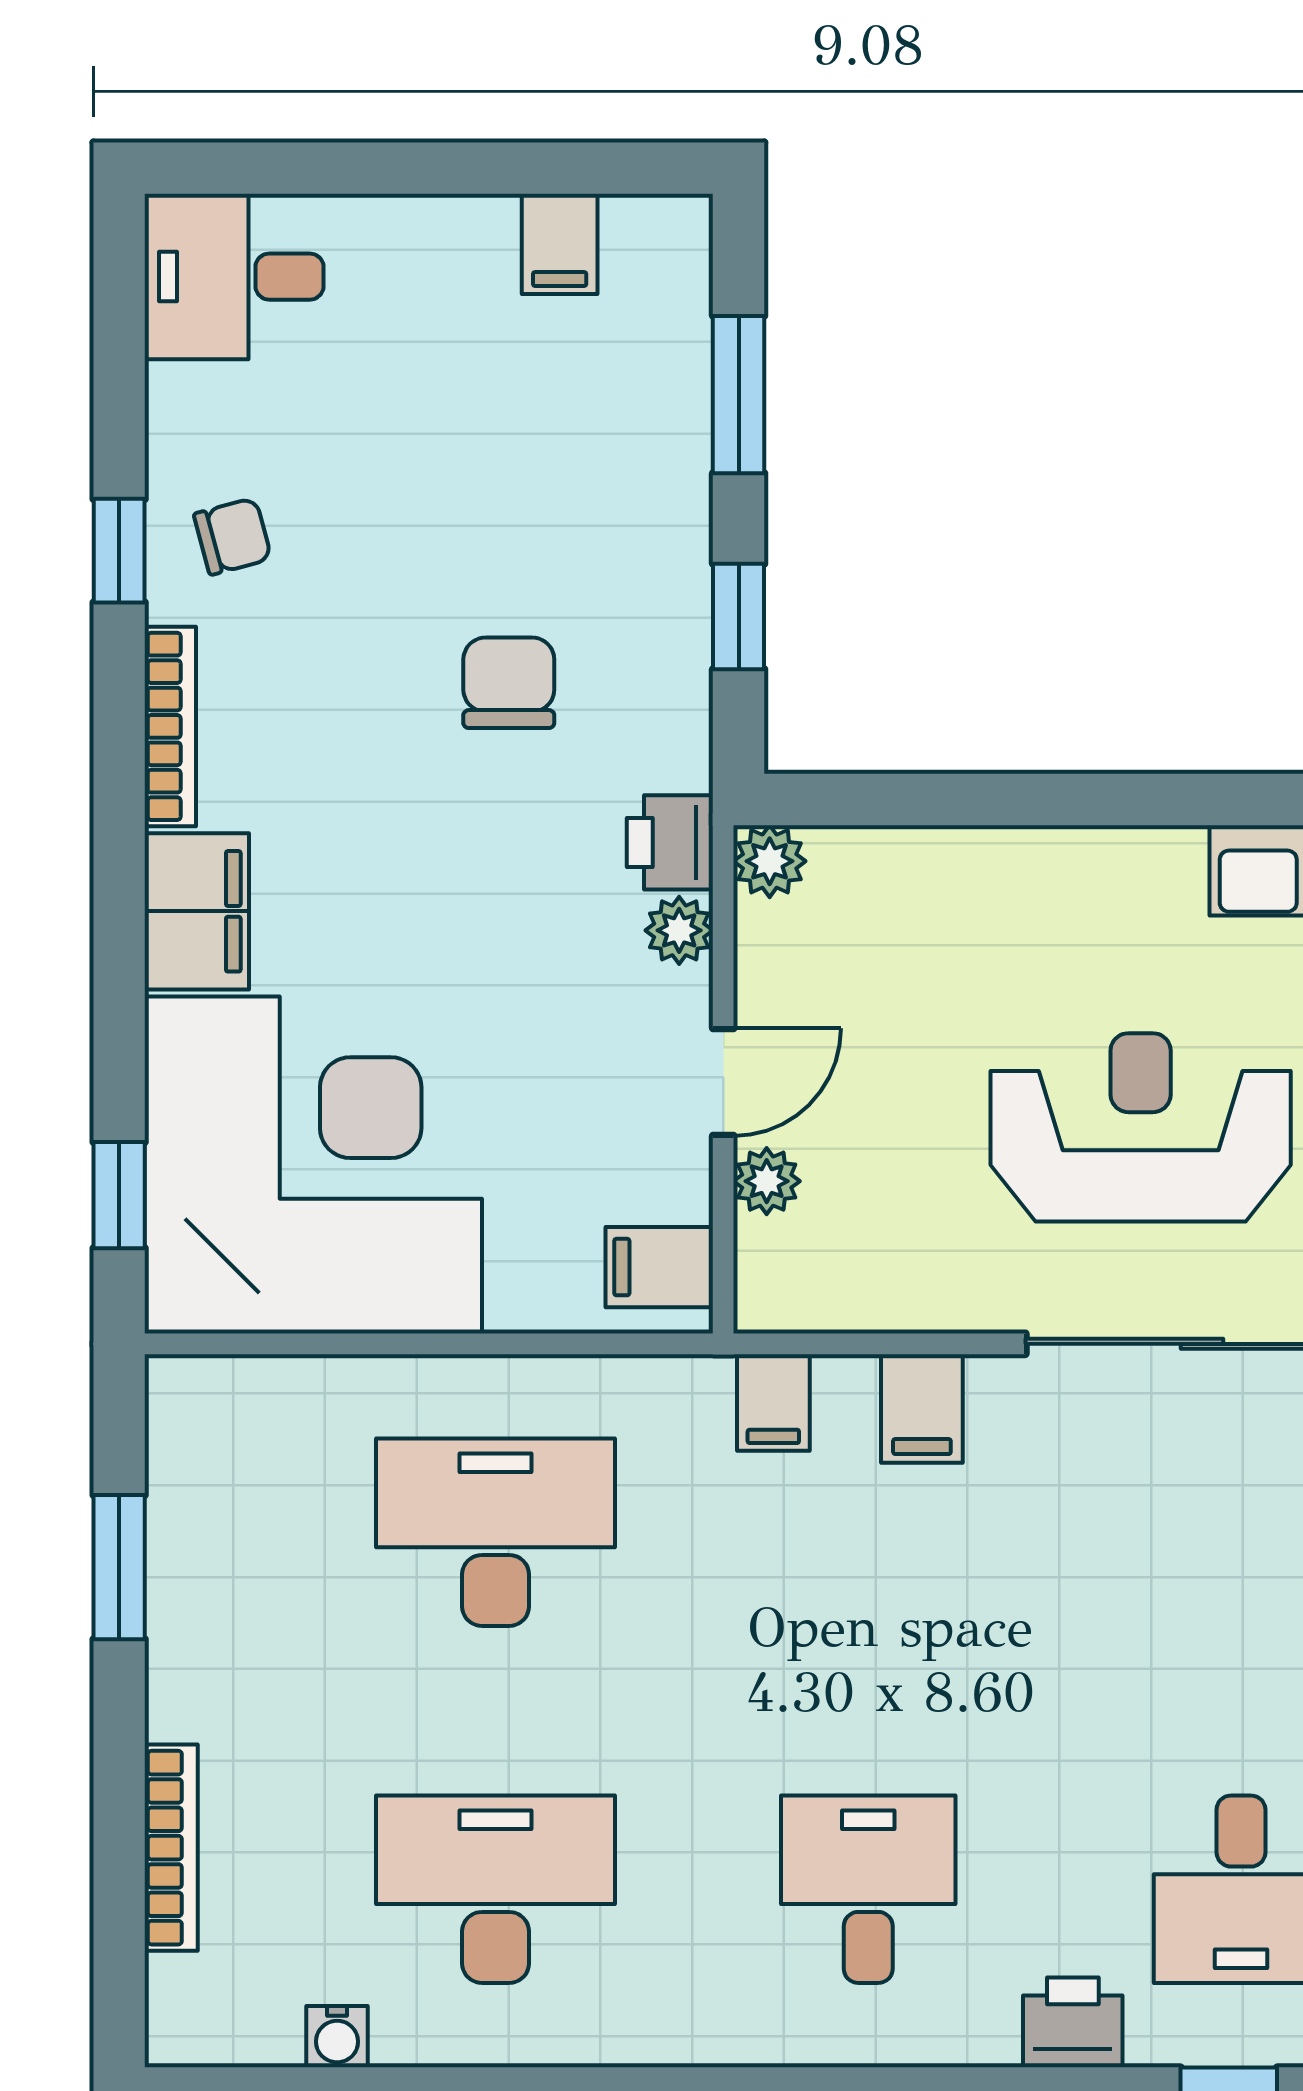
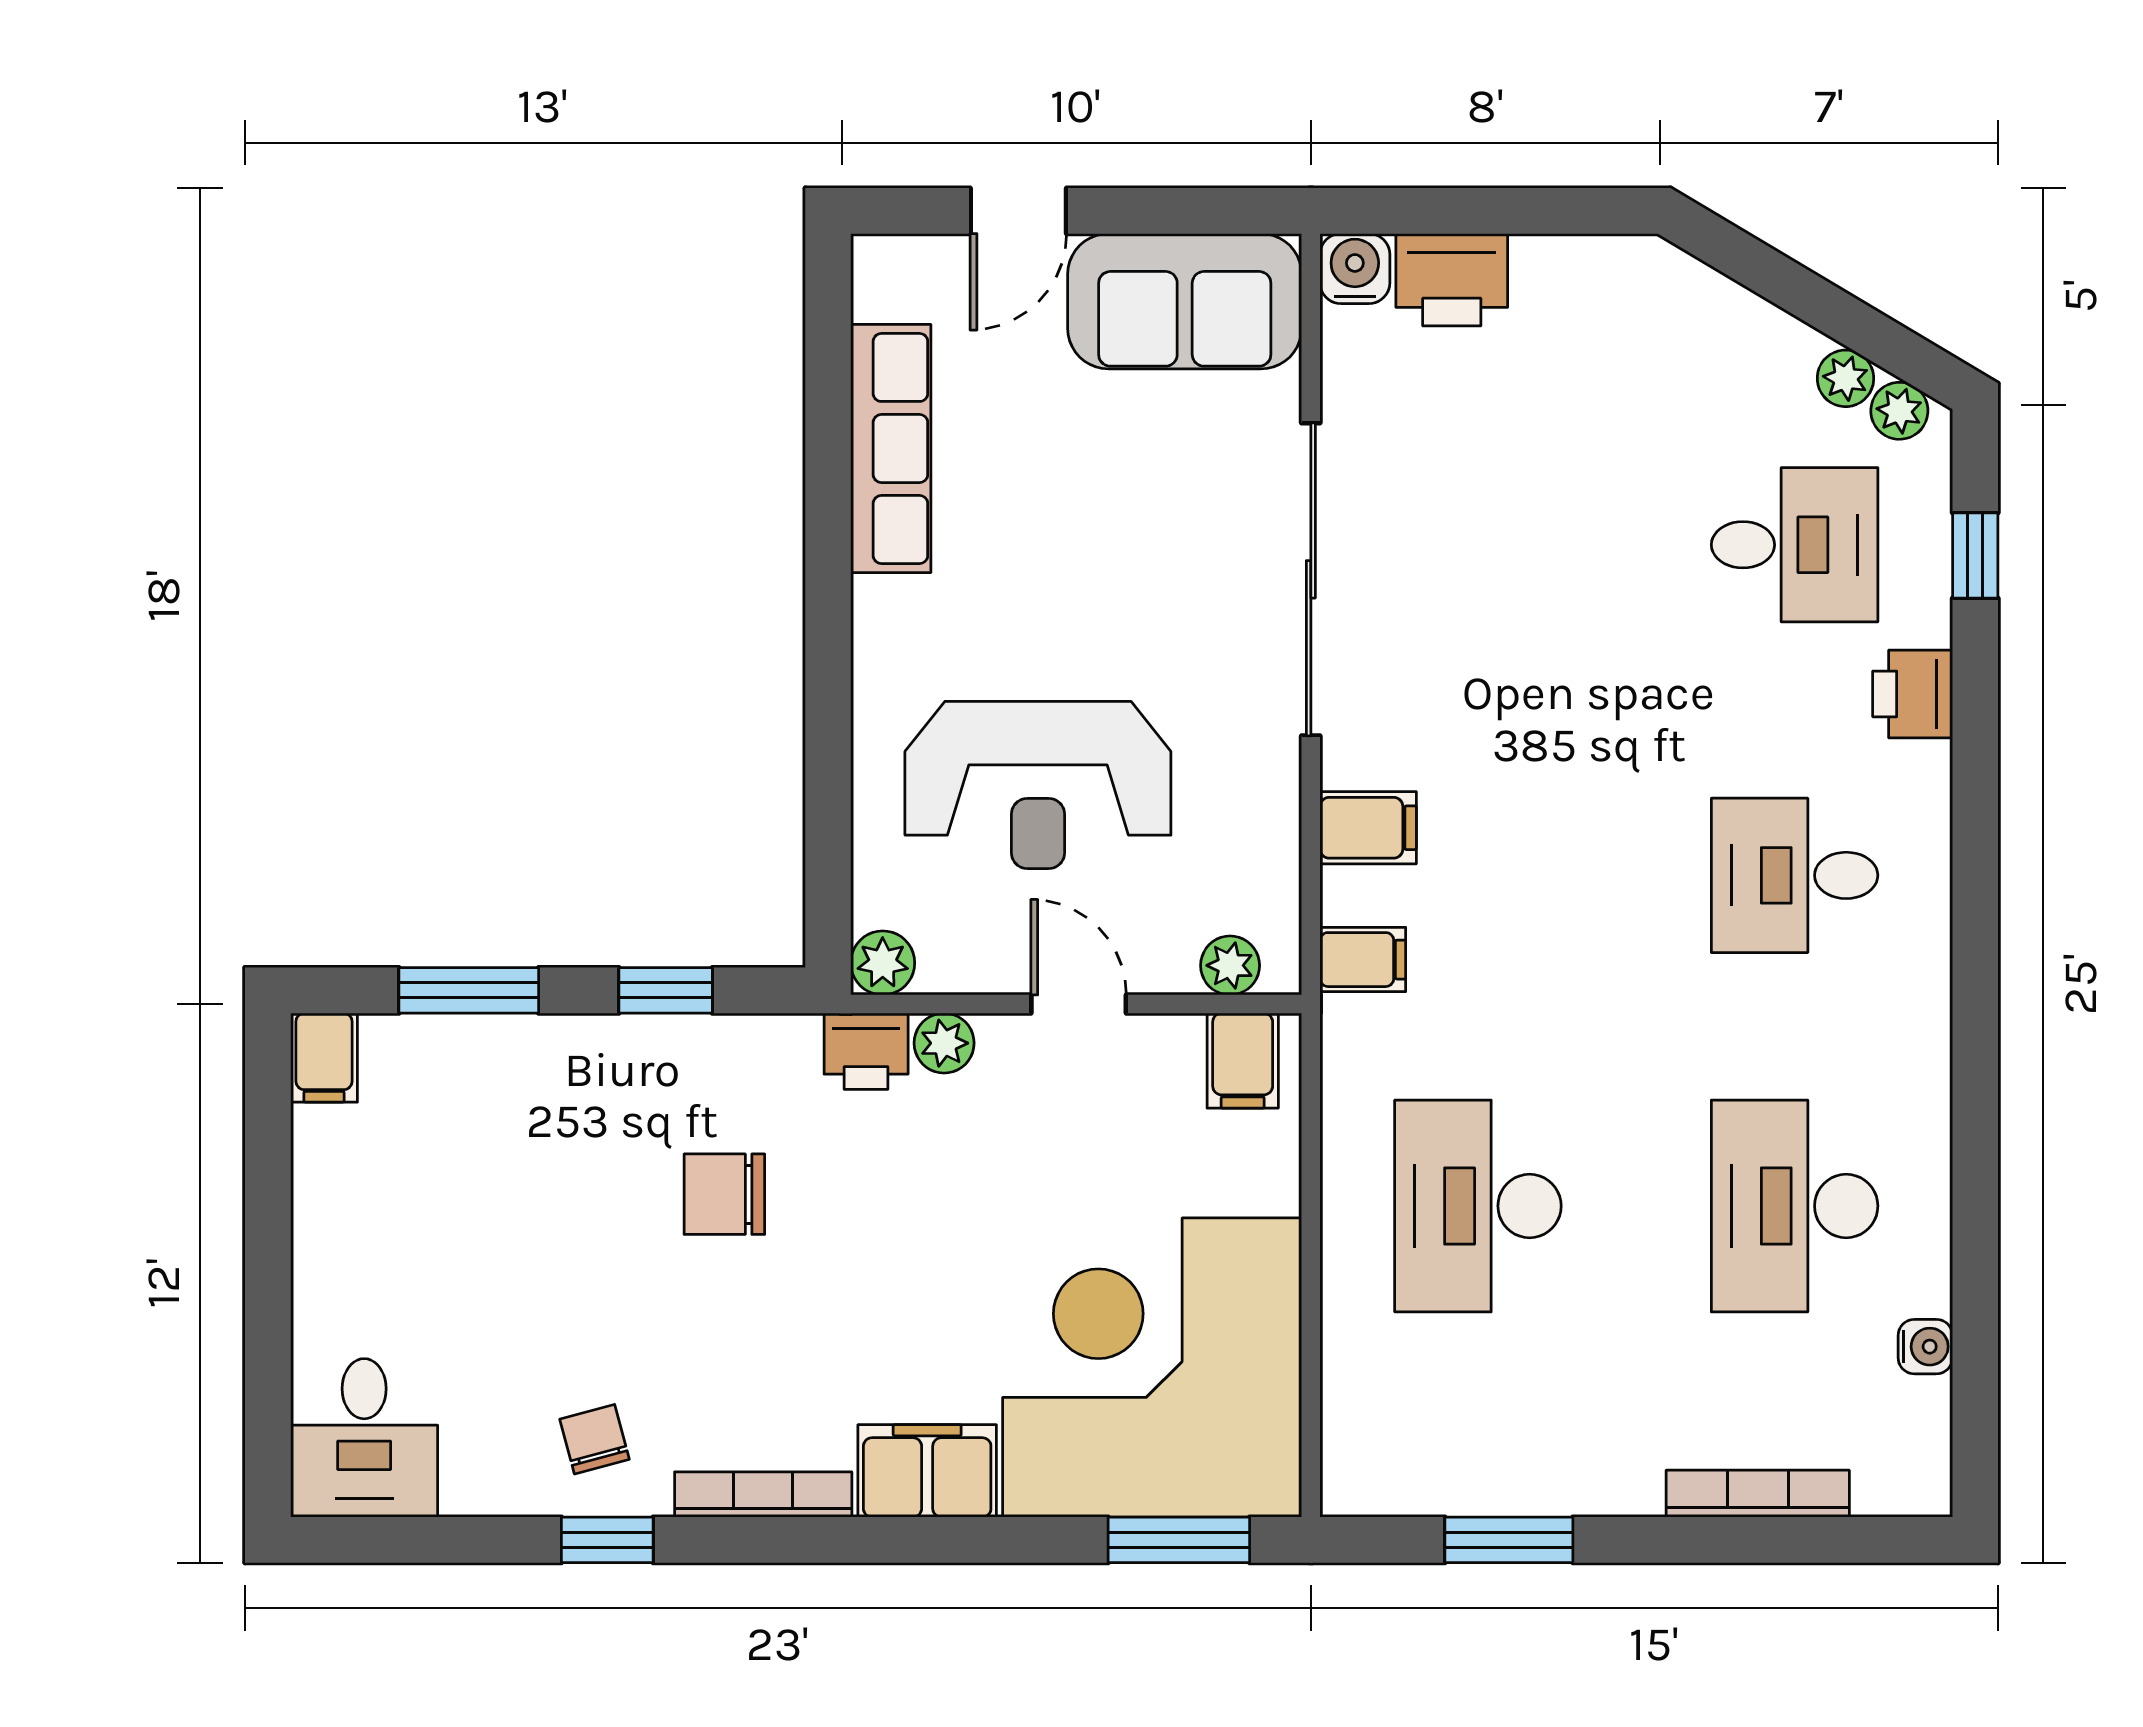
filing cabinet: (560, 244) -> (324, 1058), moved, turned 90
reception desk: (1141, 1127) -> (1038, 785), moved, turned -90
plant: (767, 1181) -> (1230, 965), moved
window: (119, 1195) -> (1179, 1540), width x1.50

